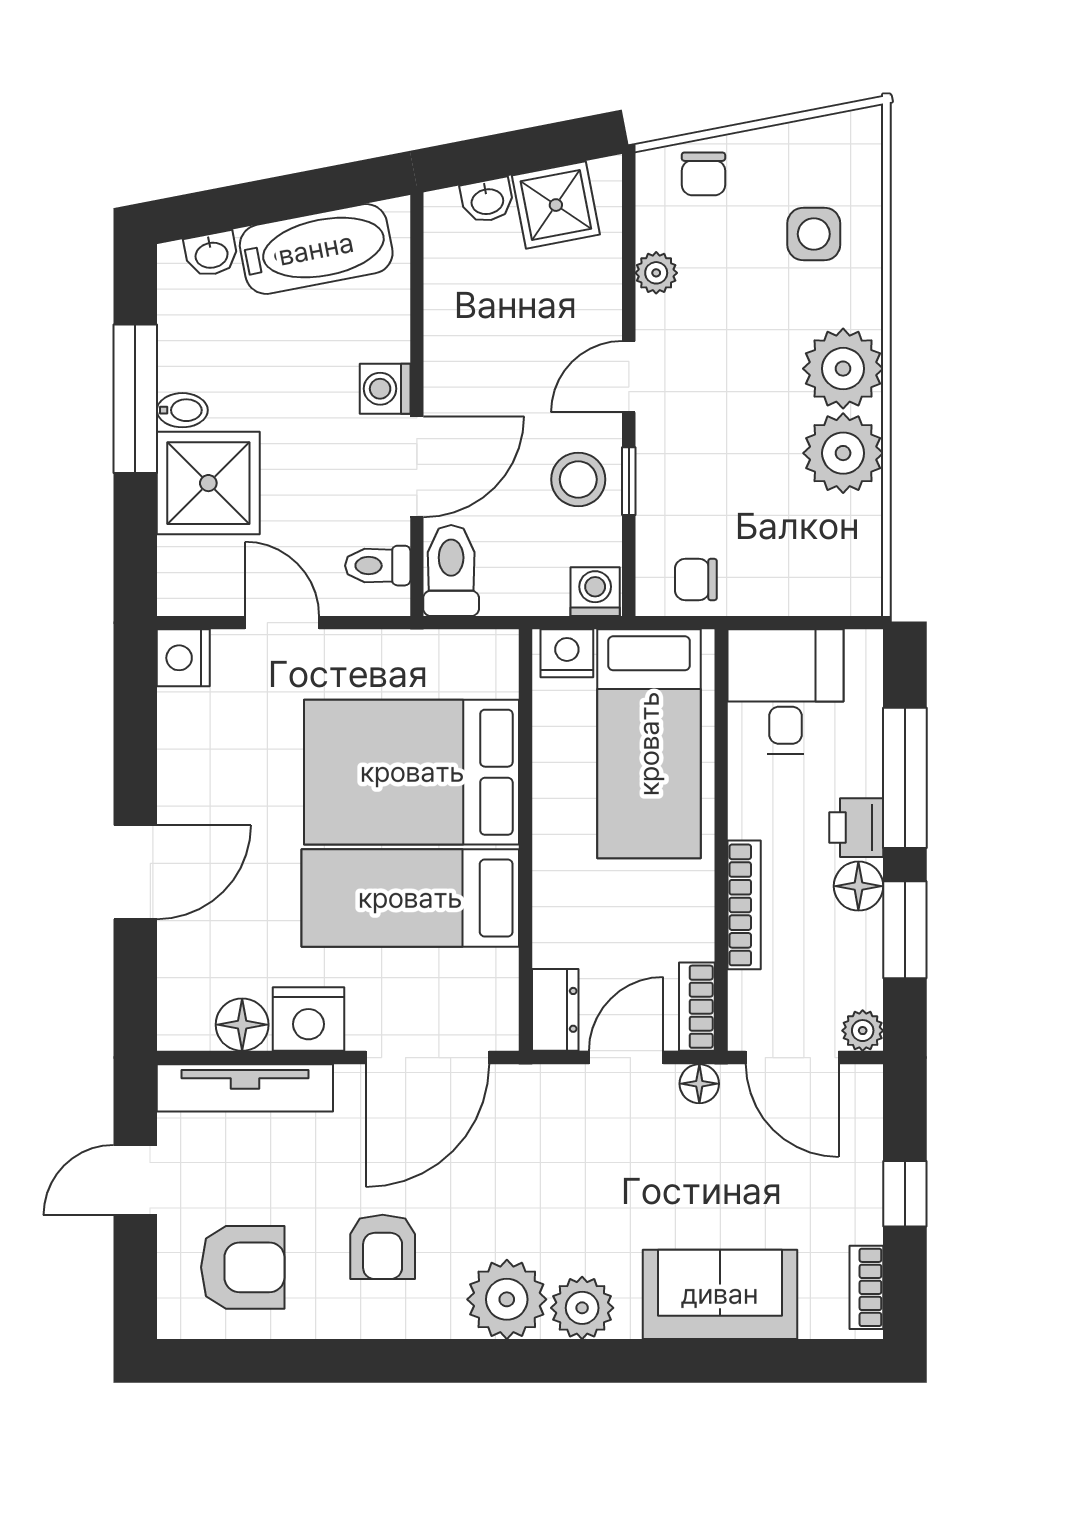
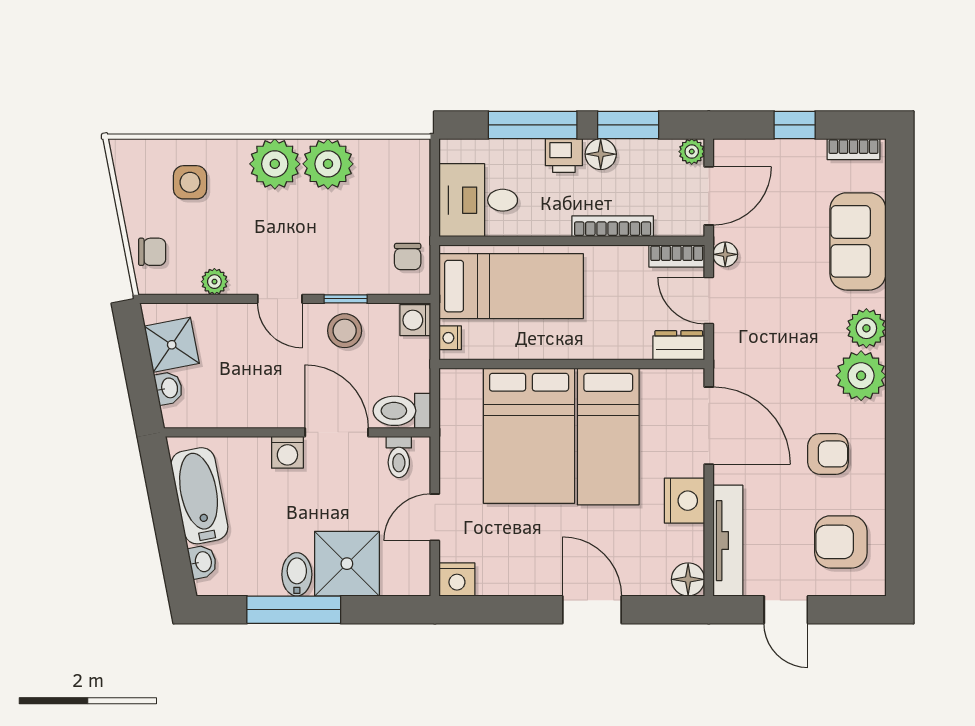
bidet: (182, 410) -> (297, 574), width x1.38, depth x1.36
nightstand: (567, 653) -> (450, 338), width x0.72, depth x0.74
floor lamp: (242, 1025) -> (688, 579), moved
armchair: (243, 1267) -> (841, 542), turned -90

